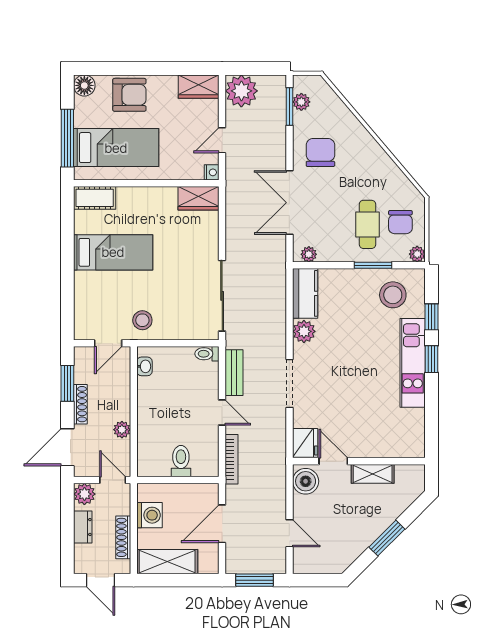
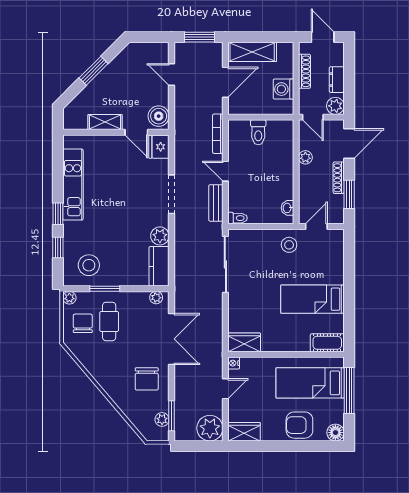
kitchen unit: (413, 363) -> (73, 185), moved
shelving: (167, 562) -> (252, 52), moved

